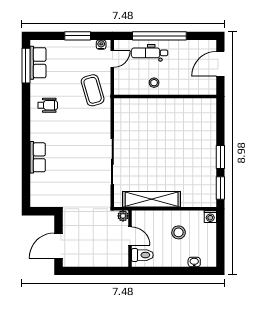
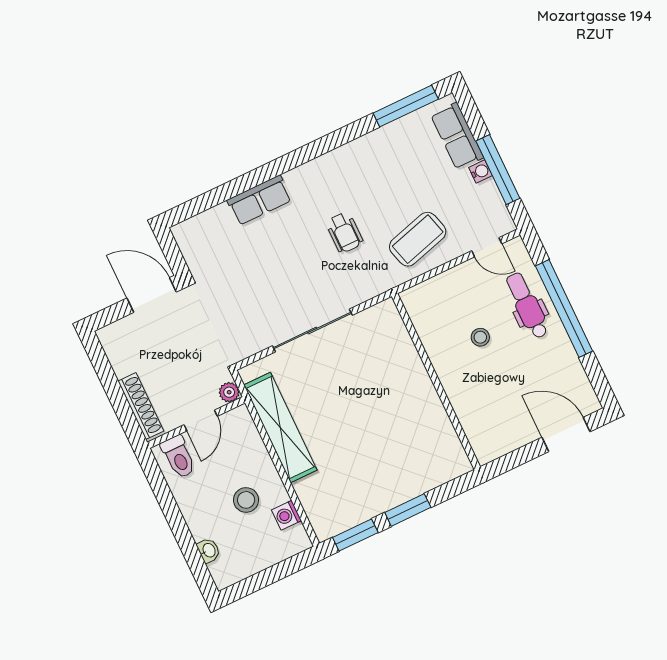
window: (78, 36) -> (498, 170), width x1.44
water cooler: (101, 45) -> (480, 171), moved
row of seats: (38, 63) -> (457, 136), moved, turned 90
wall: (165, 96) -> (436, 381), moved
wheelchair: (48, 105) -> (344, 233), moved
washing machine: (210, 217) -> (286, 515), moved
door: (58, 246) -> (152, 295), moved
shoe rack: (109, 261) -> (141, 406), added

